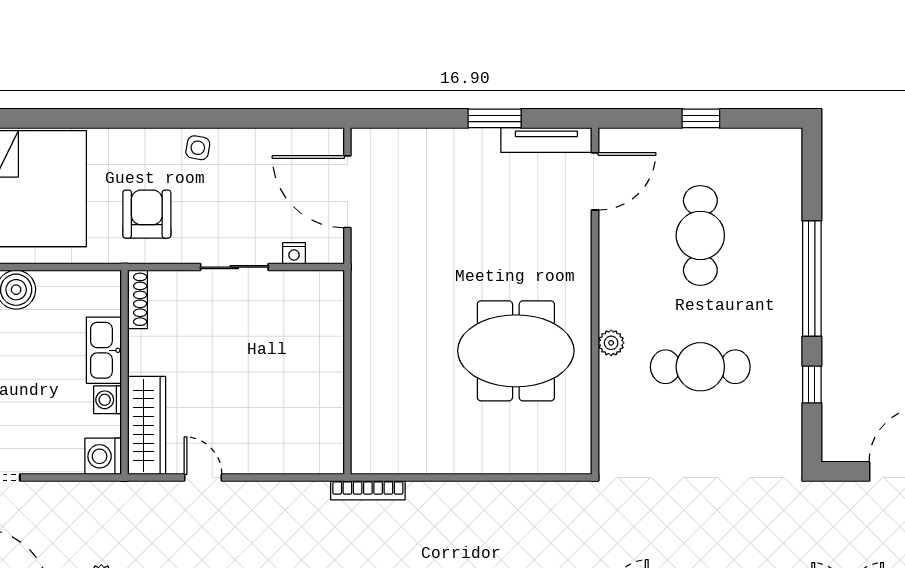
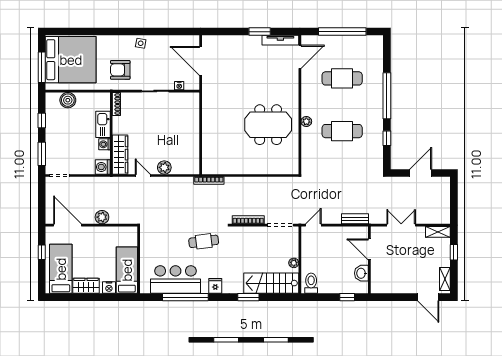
window: (701, 118) -> (342, 32), width x3.17
armchair: (147, 214) -> (120, 70), turned -90
cafe table: (700, 235) -> (342, 78), turned 90
plant: (257, 458) -> (164, 167), added

